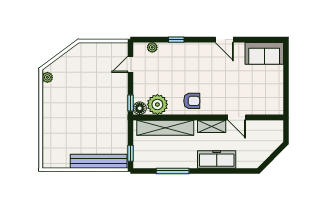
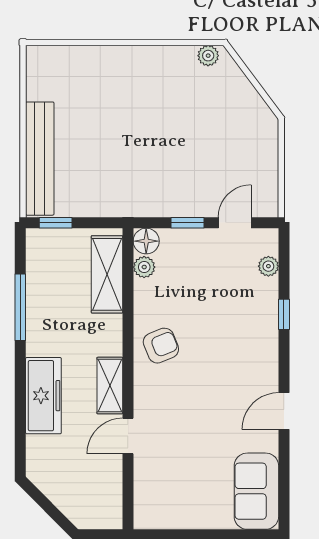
door: (131, 64) -> (235, 223), hinge flipped
armchair: (192, 101) -> (161, 346), turned -112
window: (131, 103) -> (187, 223), moved
plant: (157, 104) -> (144, 267), width x0.53, depth x0.53
shelving: (165, 128) -> (107, 274), width x0.68

